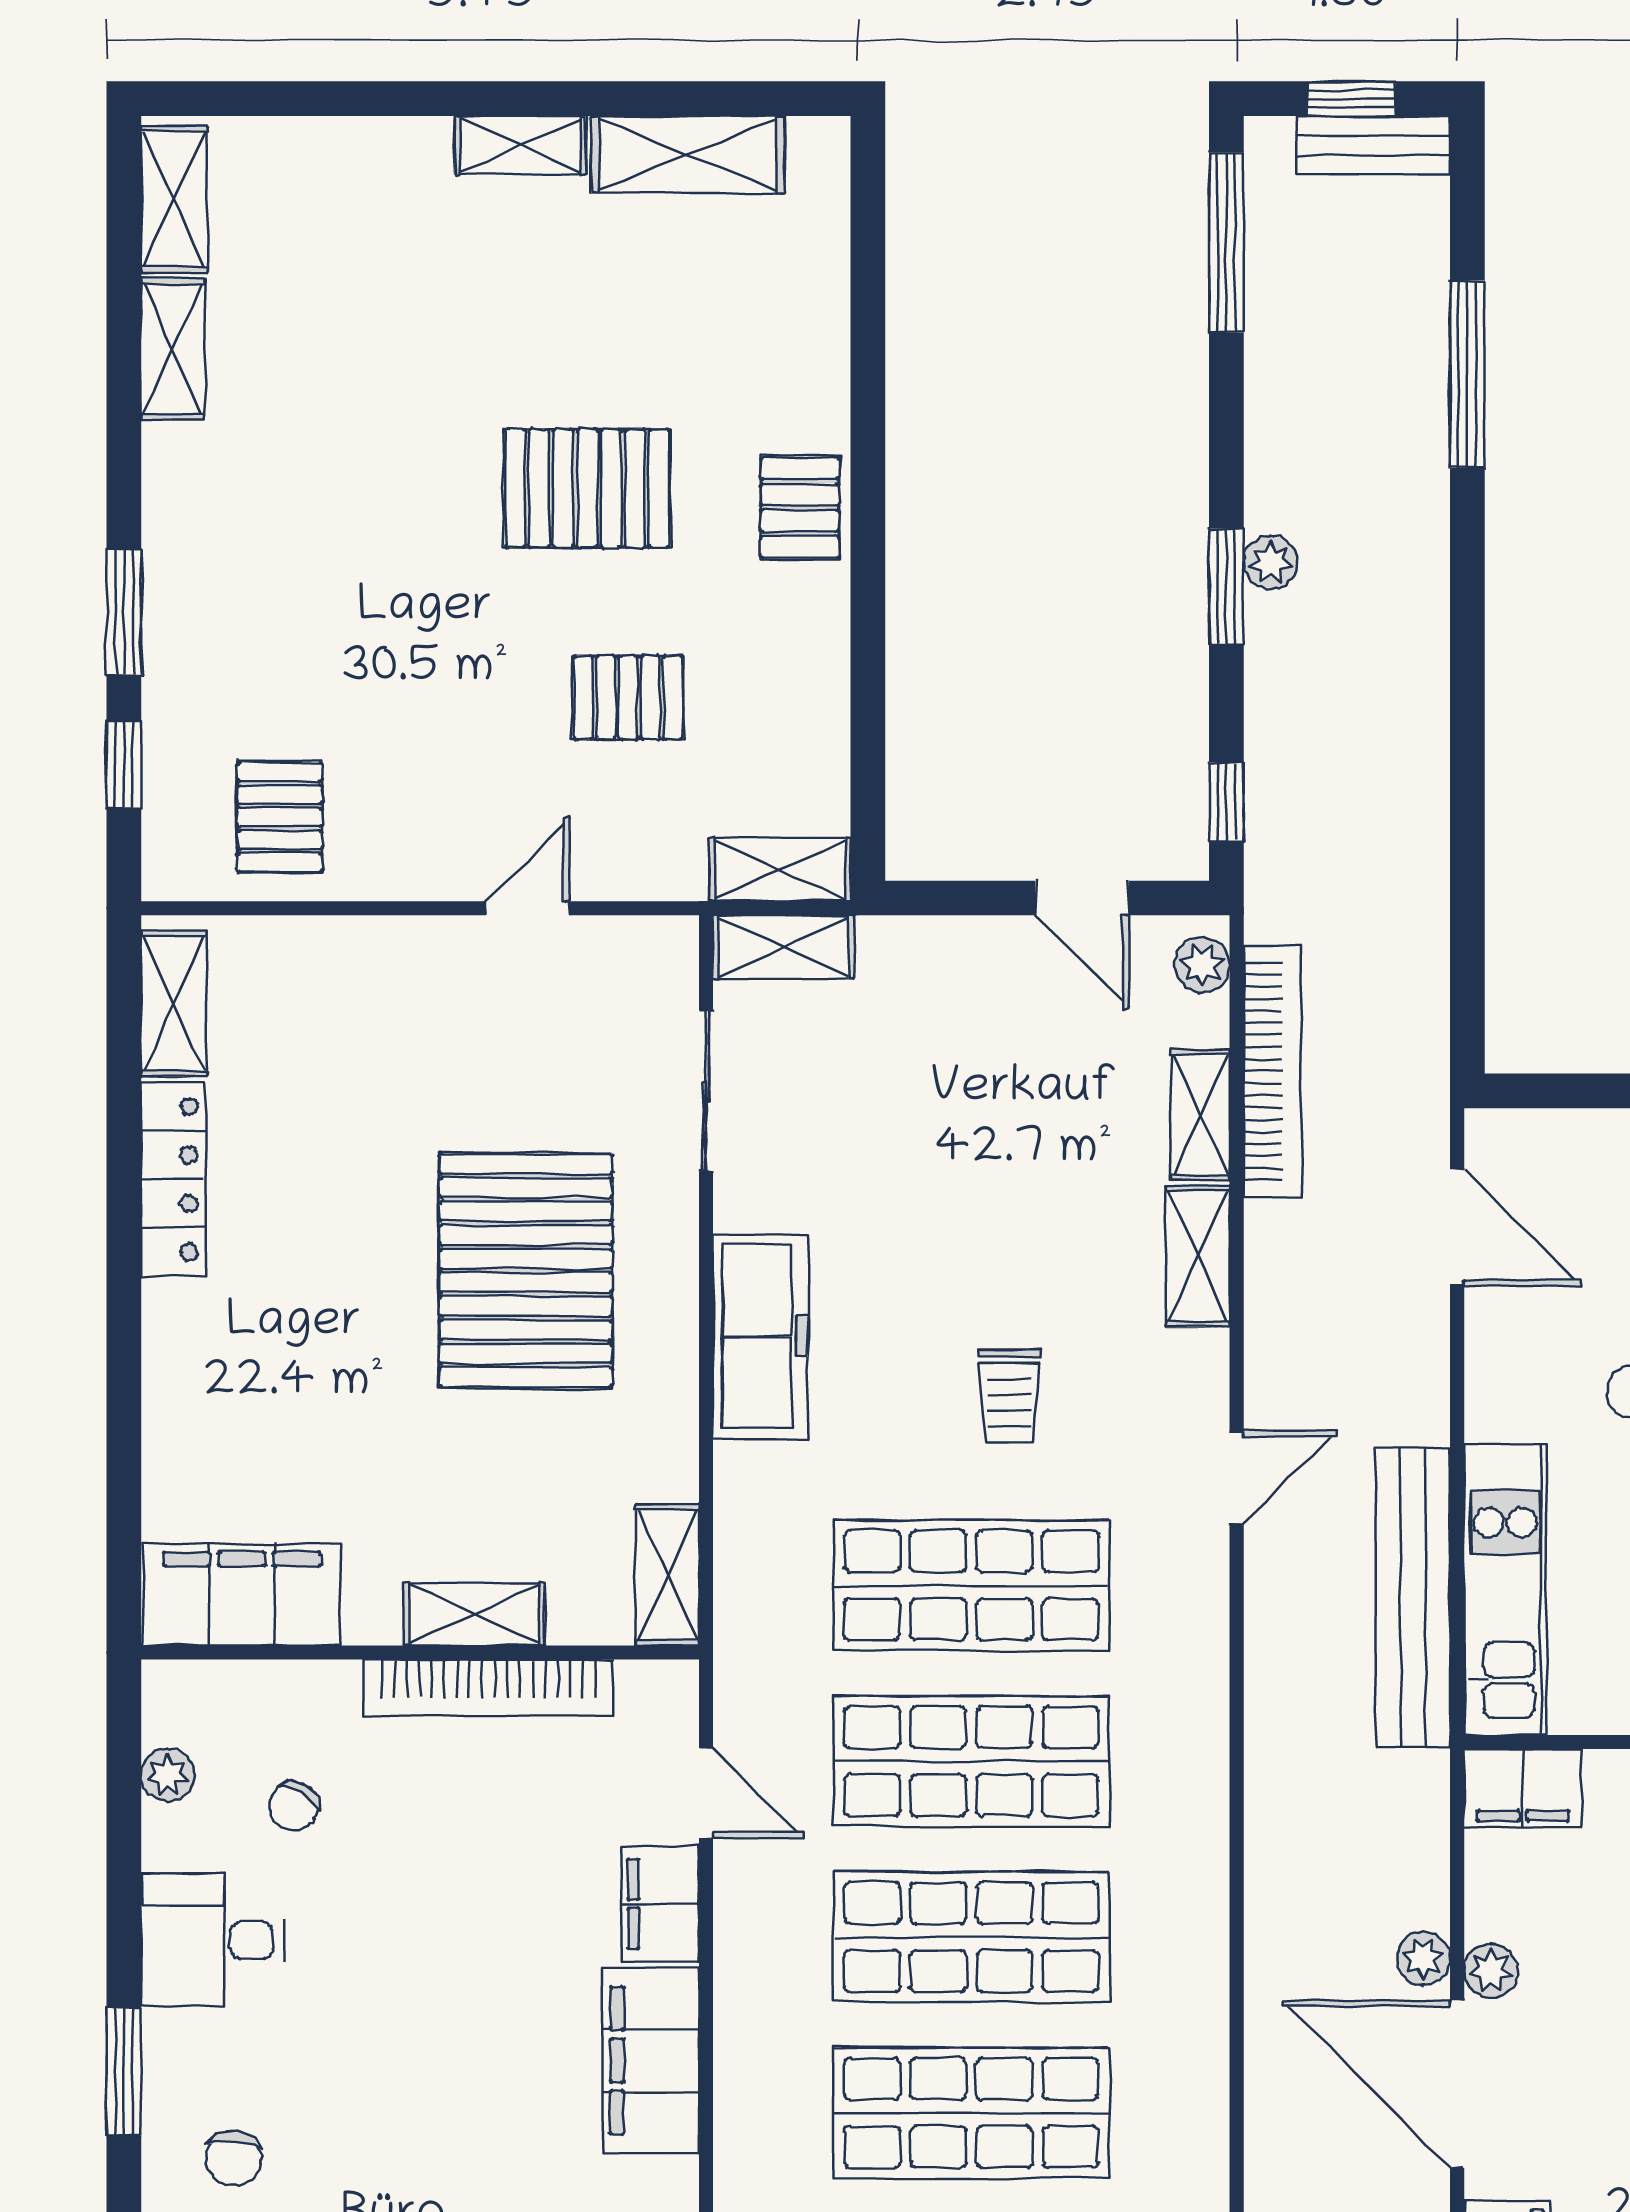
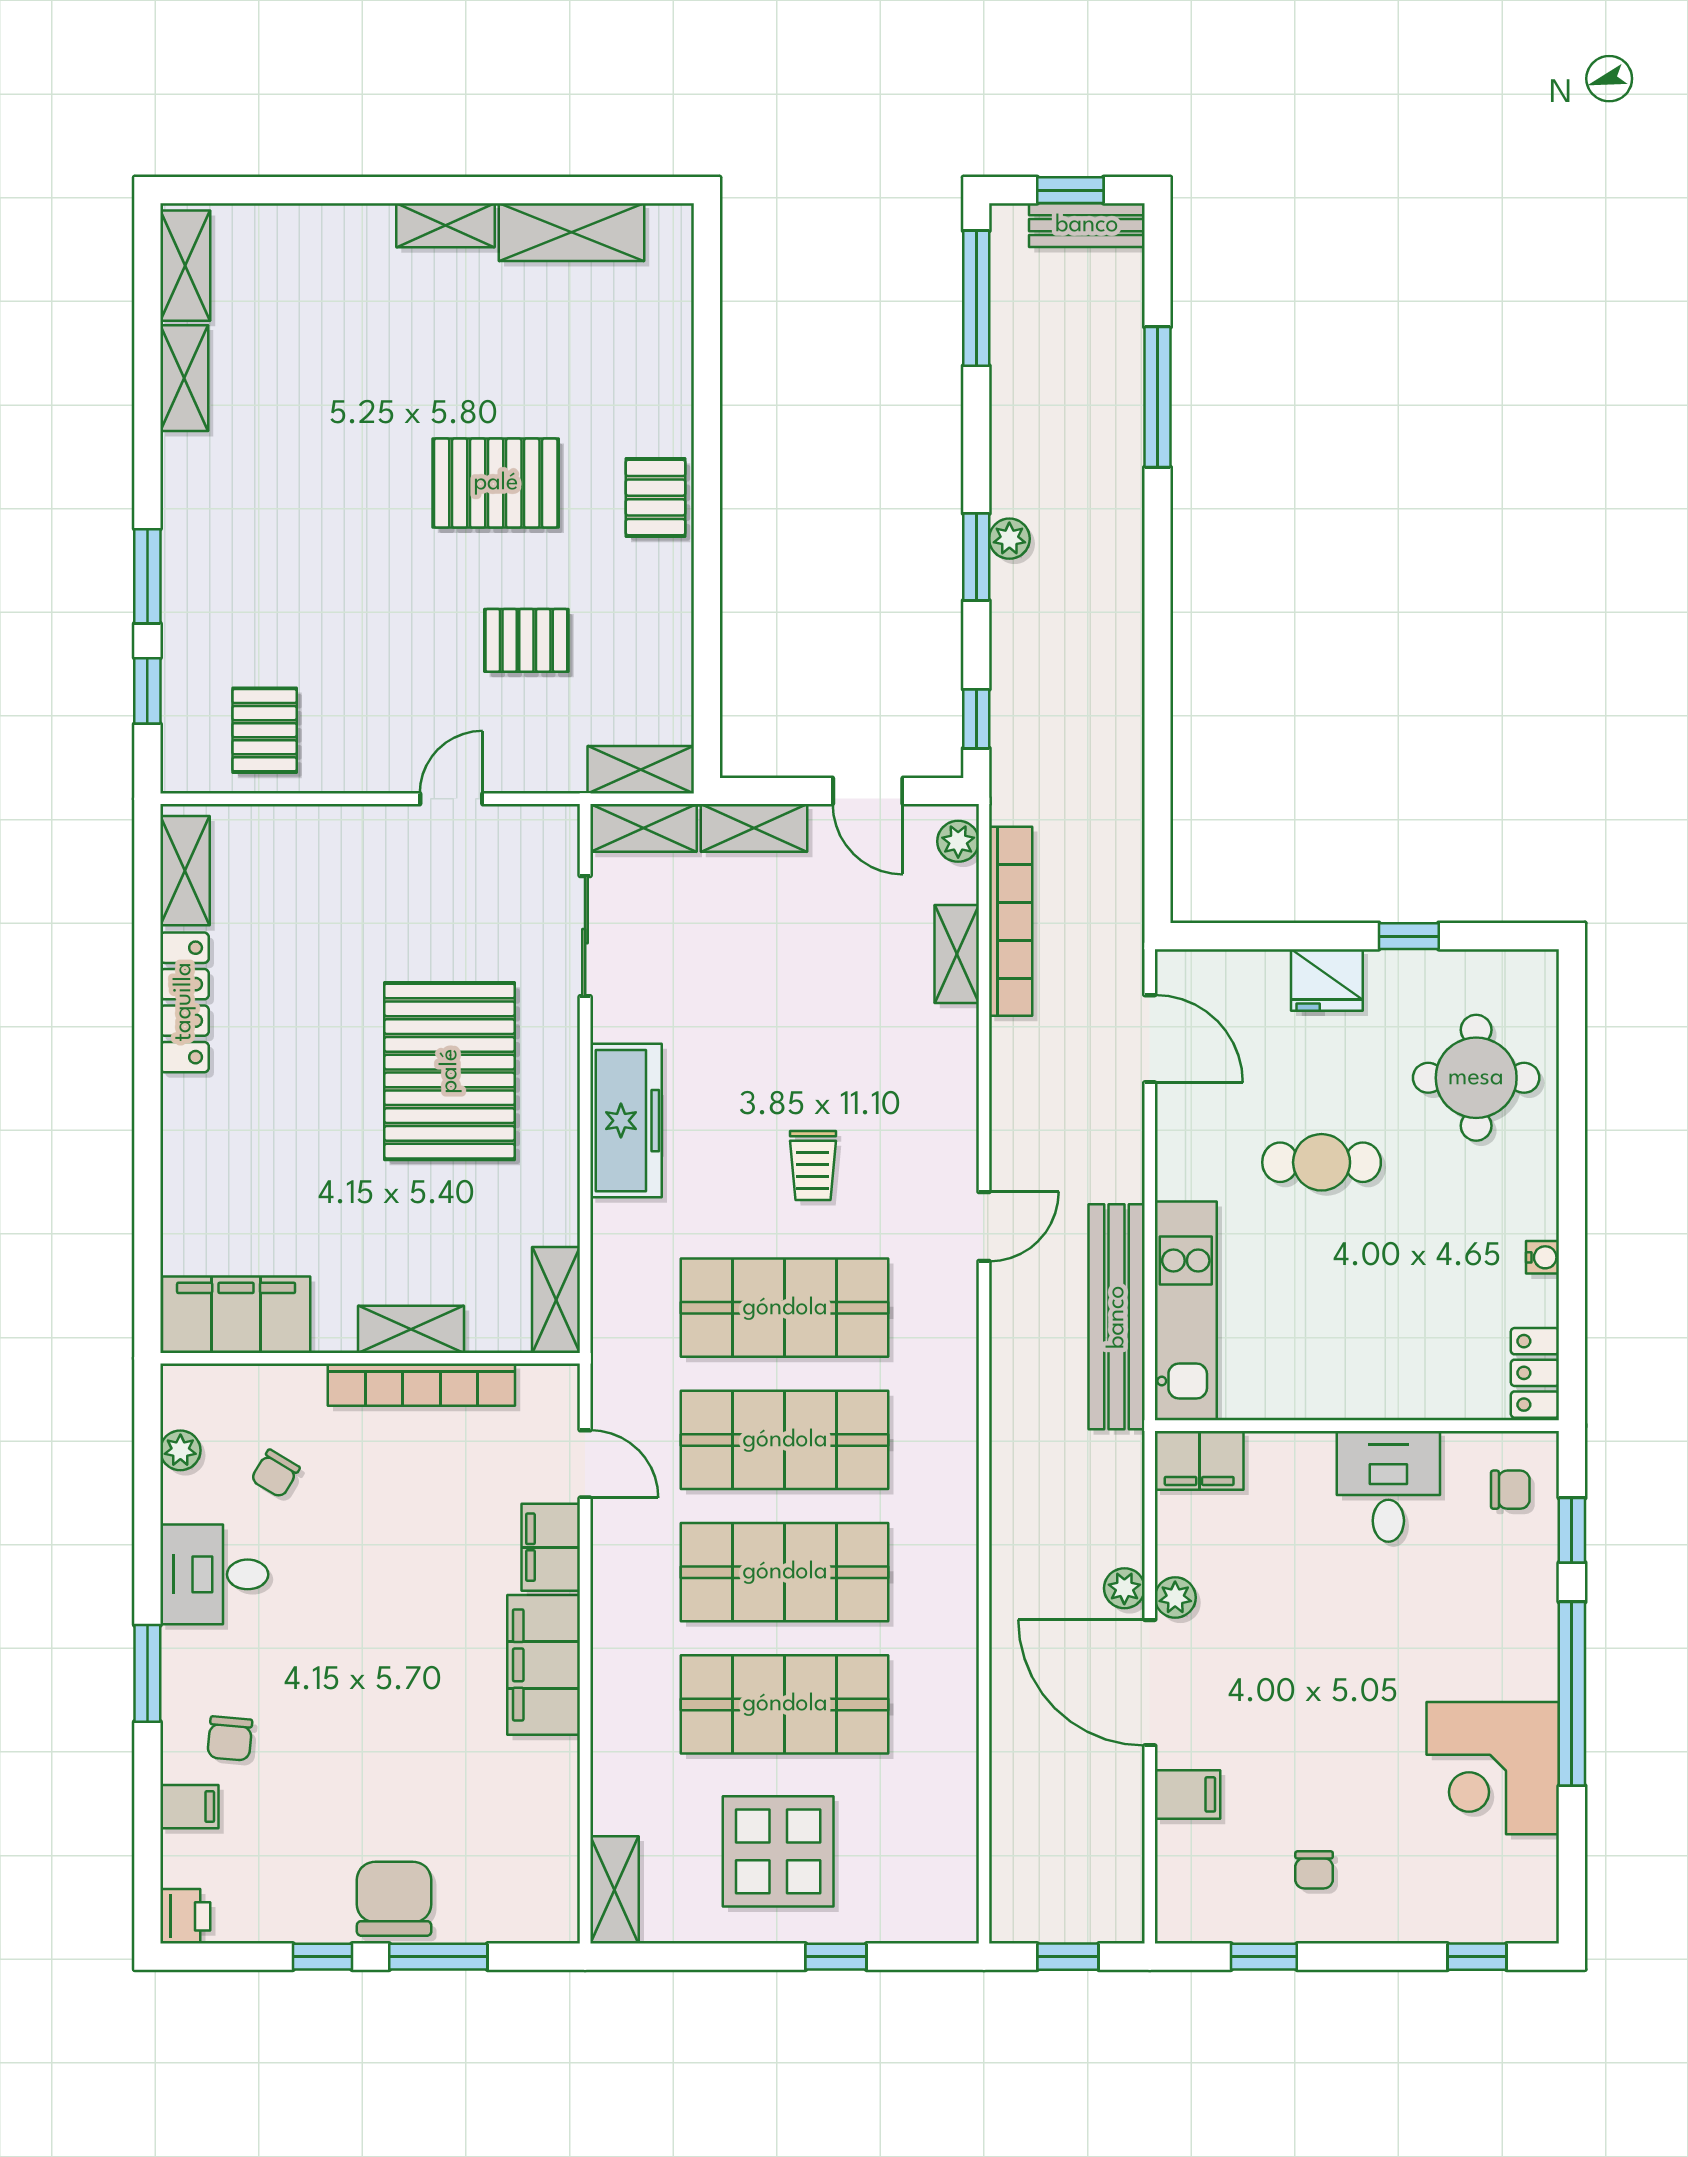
shelving: (1198, 1256) -> (754, 828), moved, turned 90

